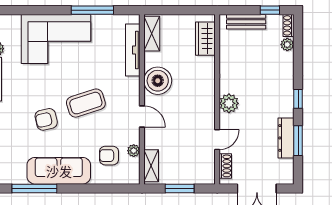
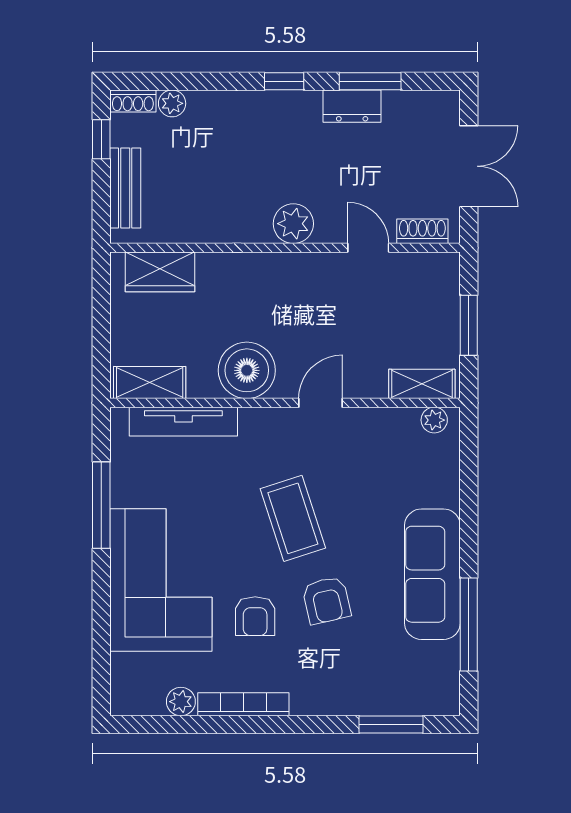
dresser: (286, 138) -> (352, 106), width x0.70
plant: (134, 151) -> (434, 420), moved
armchair: (109, 156) -> (255, 616), moved

